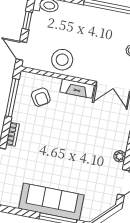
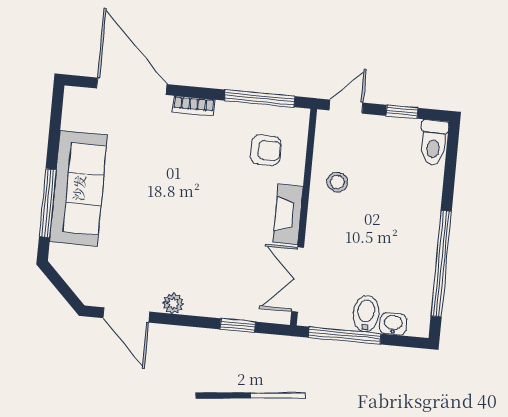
stool: (62, 60) -> (337, 182), width x0.53, depth x0.53
armchair: (41, 97) -> (266, 150), turned -148

